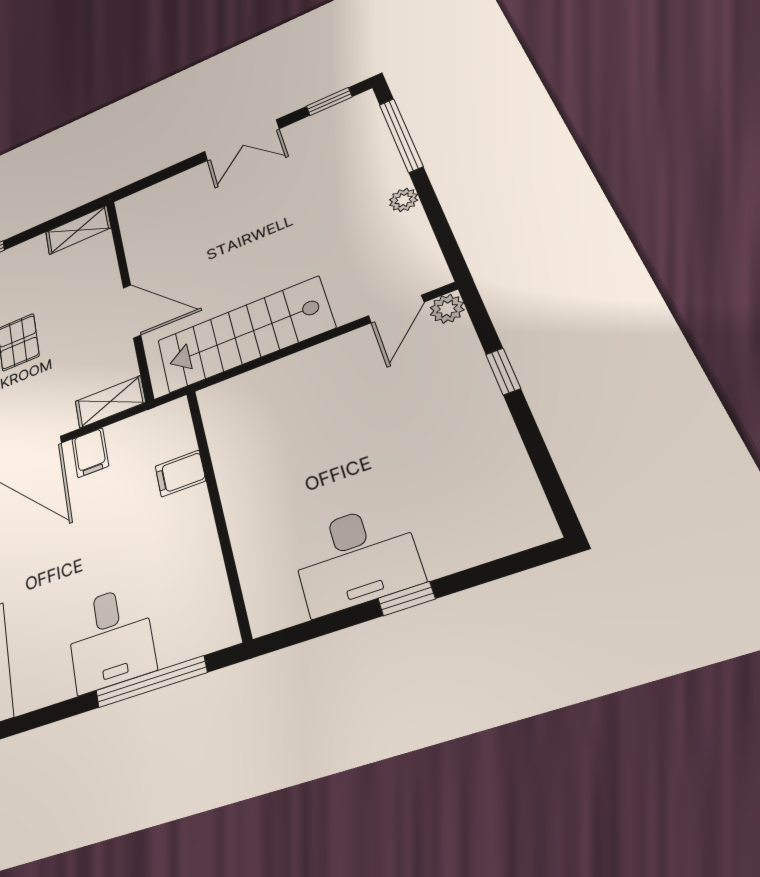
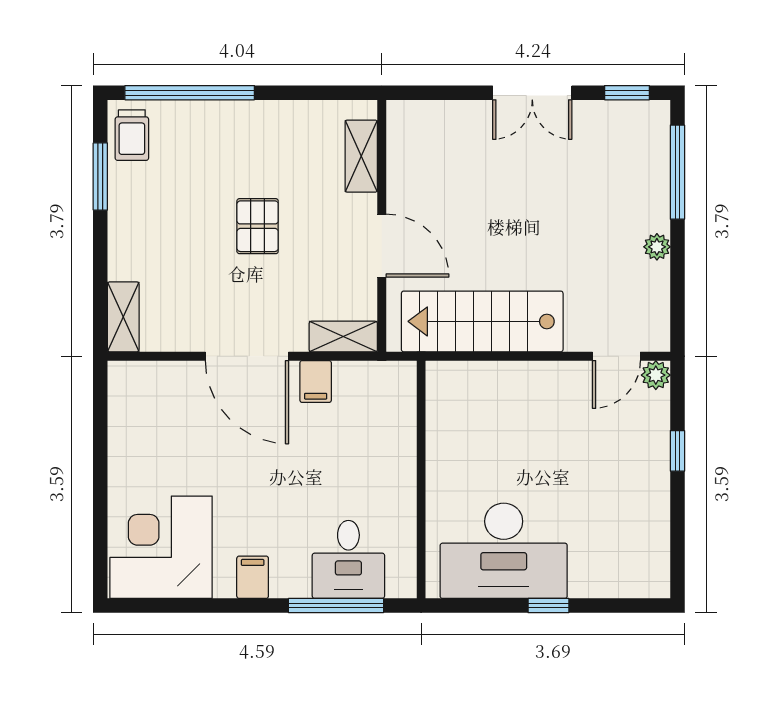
shelving: (78, 230) -> (361, 156), moved, turned 90
filing cabinet: (180, 473) -> (253, 577), moved, turned 90
desk: (356, 558) -> (504, 551), width x1.36, depth x1.30
desk: (110, 638) -> (348, 559), moved

